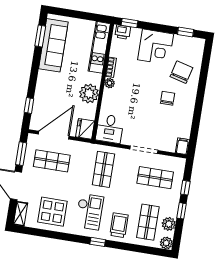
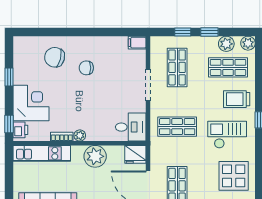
window: (186, 32) -> (9, 77), moved
corner desk: (156, 47) -> (31, 103), moved

